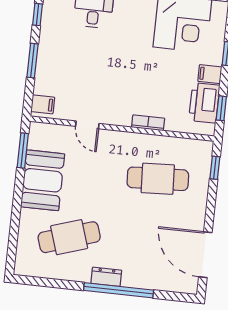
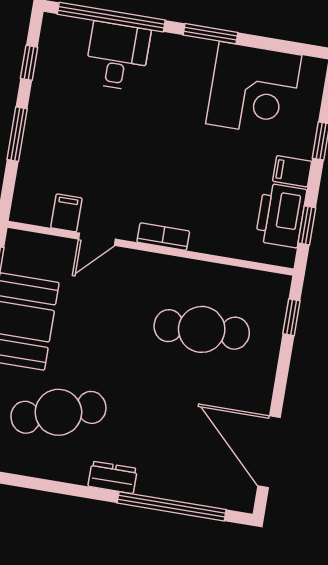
filing cabinet: (43, 104) -> (66, 213), moved, turned -90
bookcase: (148, 123) -> (163, 237), moved
door: (87, 125) -> (97, 239), hinge flipped
window: (119, 290) -> (172, 506), moved

